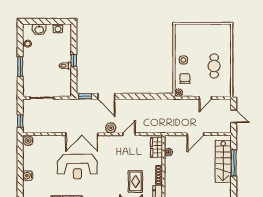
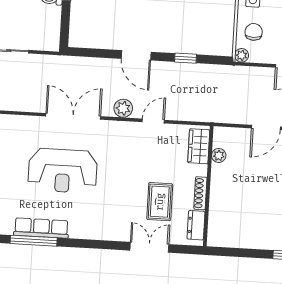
window: (85, 96) -> (186, 58), moved
door: (106, 96) -> (136, 55), moved
double door: (82, 134) -> (73, 116), swing flipped

